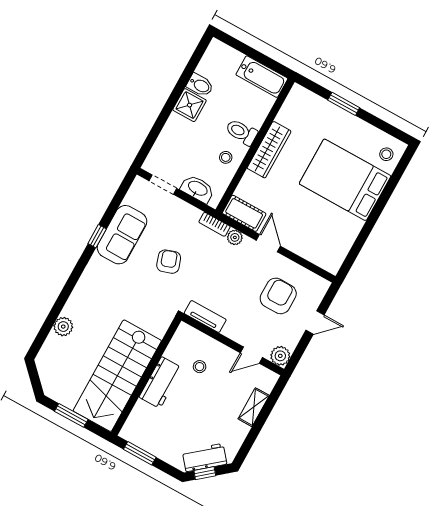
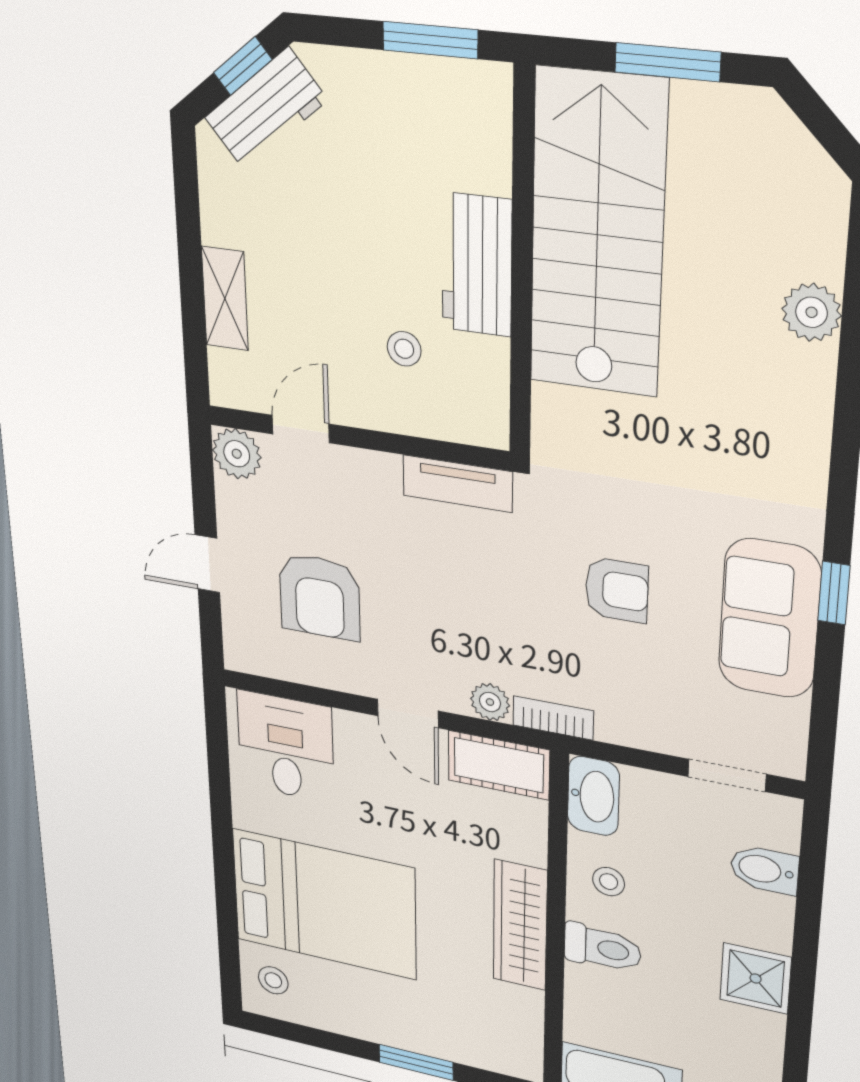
bidet: (200, 85) -> (764, 870), moved
washbasin: (198, 189) -> (593, 796), moved, turned -90
desk: (324, 246) -> (286, 747), added
armchair: (169, 262) -> (617, 590), turned -71

